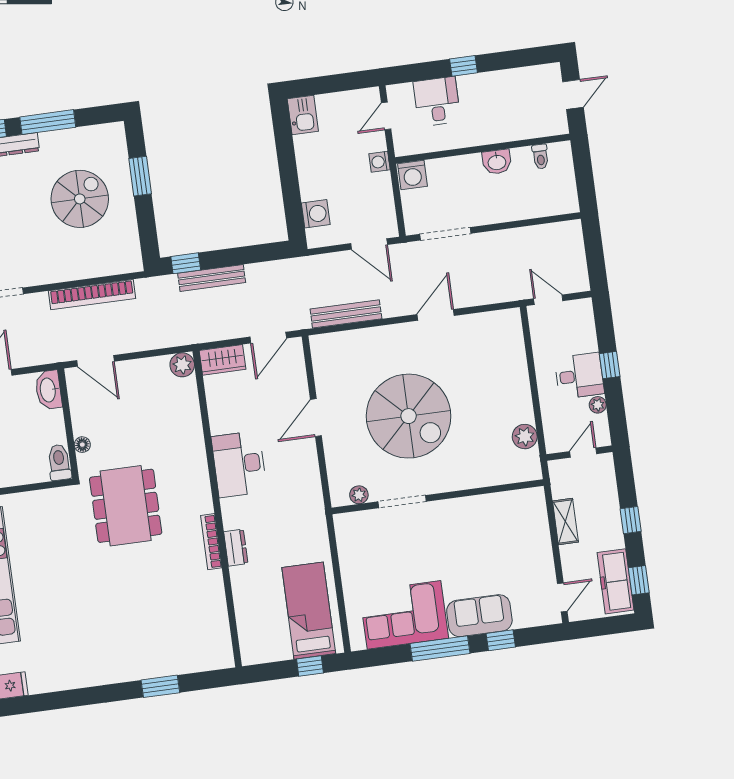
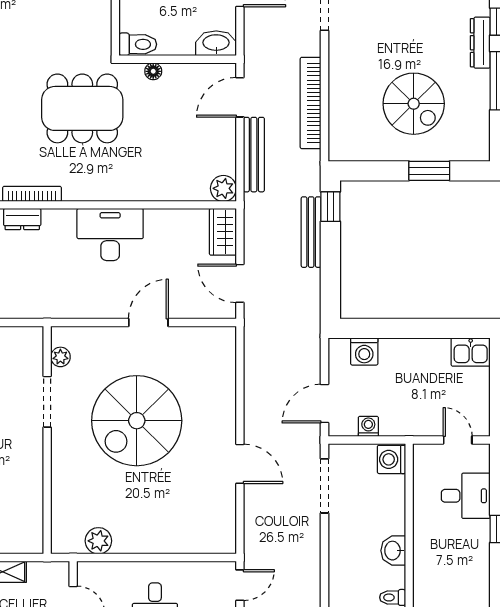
washing machine: (380, 162) -> (368, 426), moved
bench: (346, 314) -> (254, 155), moved
door: (316, 418) -> (148, 322), hinge flipped

